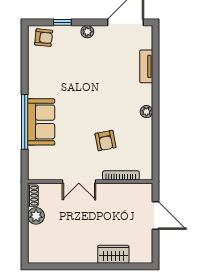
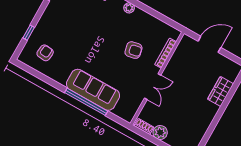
plant: (87, 32) -> (46, 18), removed
armchair: (44, 38) -> (45, 53), moved
sofa: (41, 122) -> (93, 90), width x1.36

